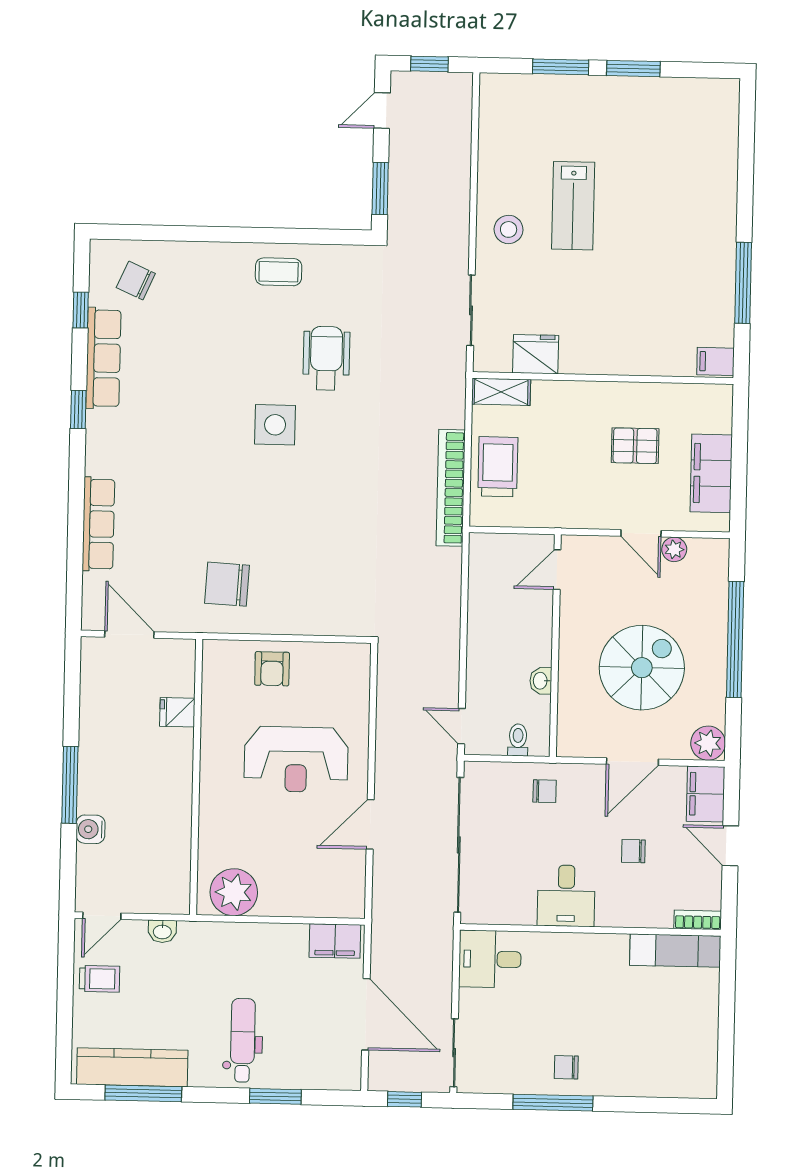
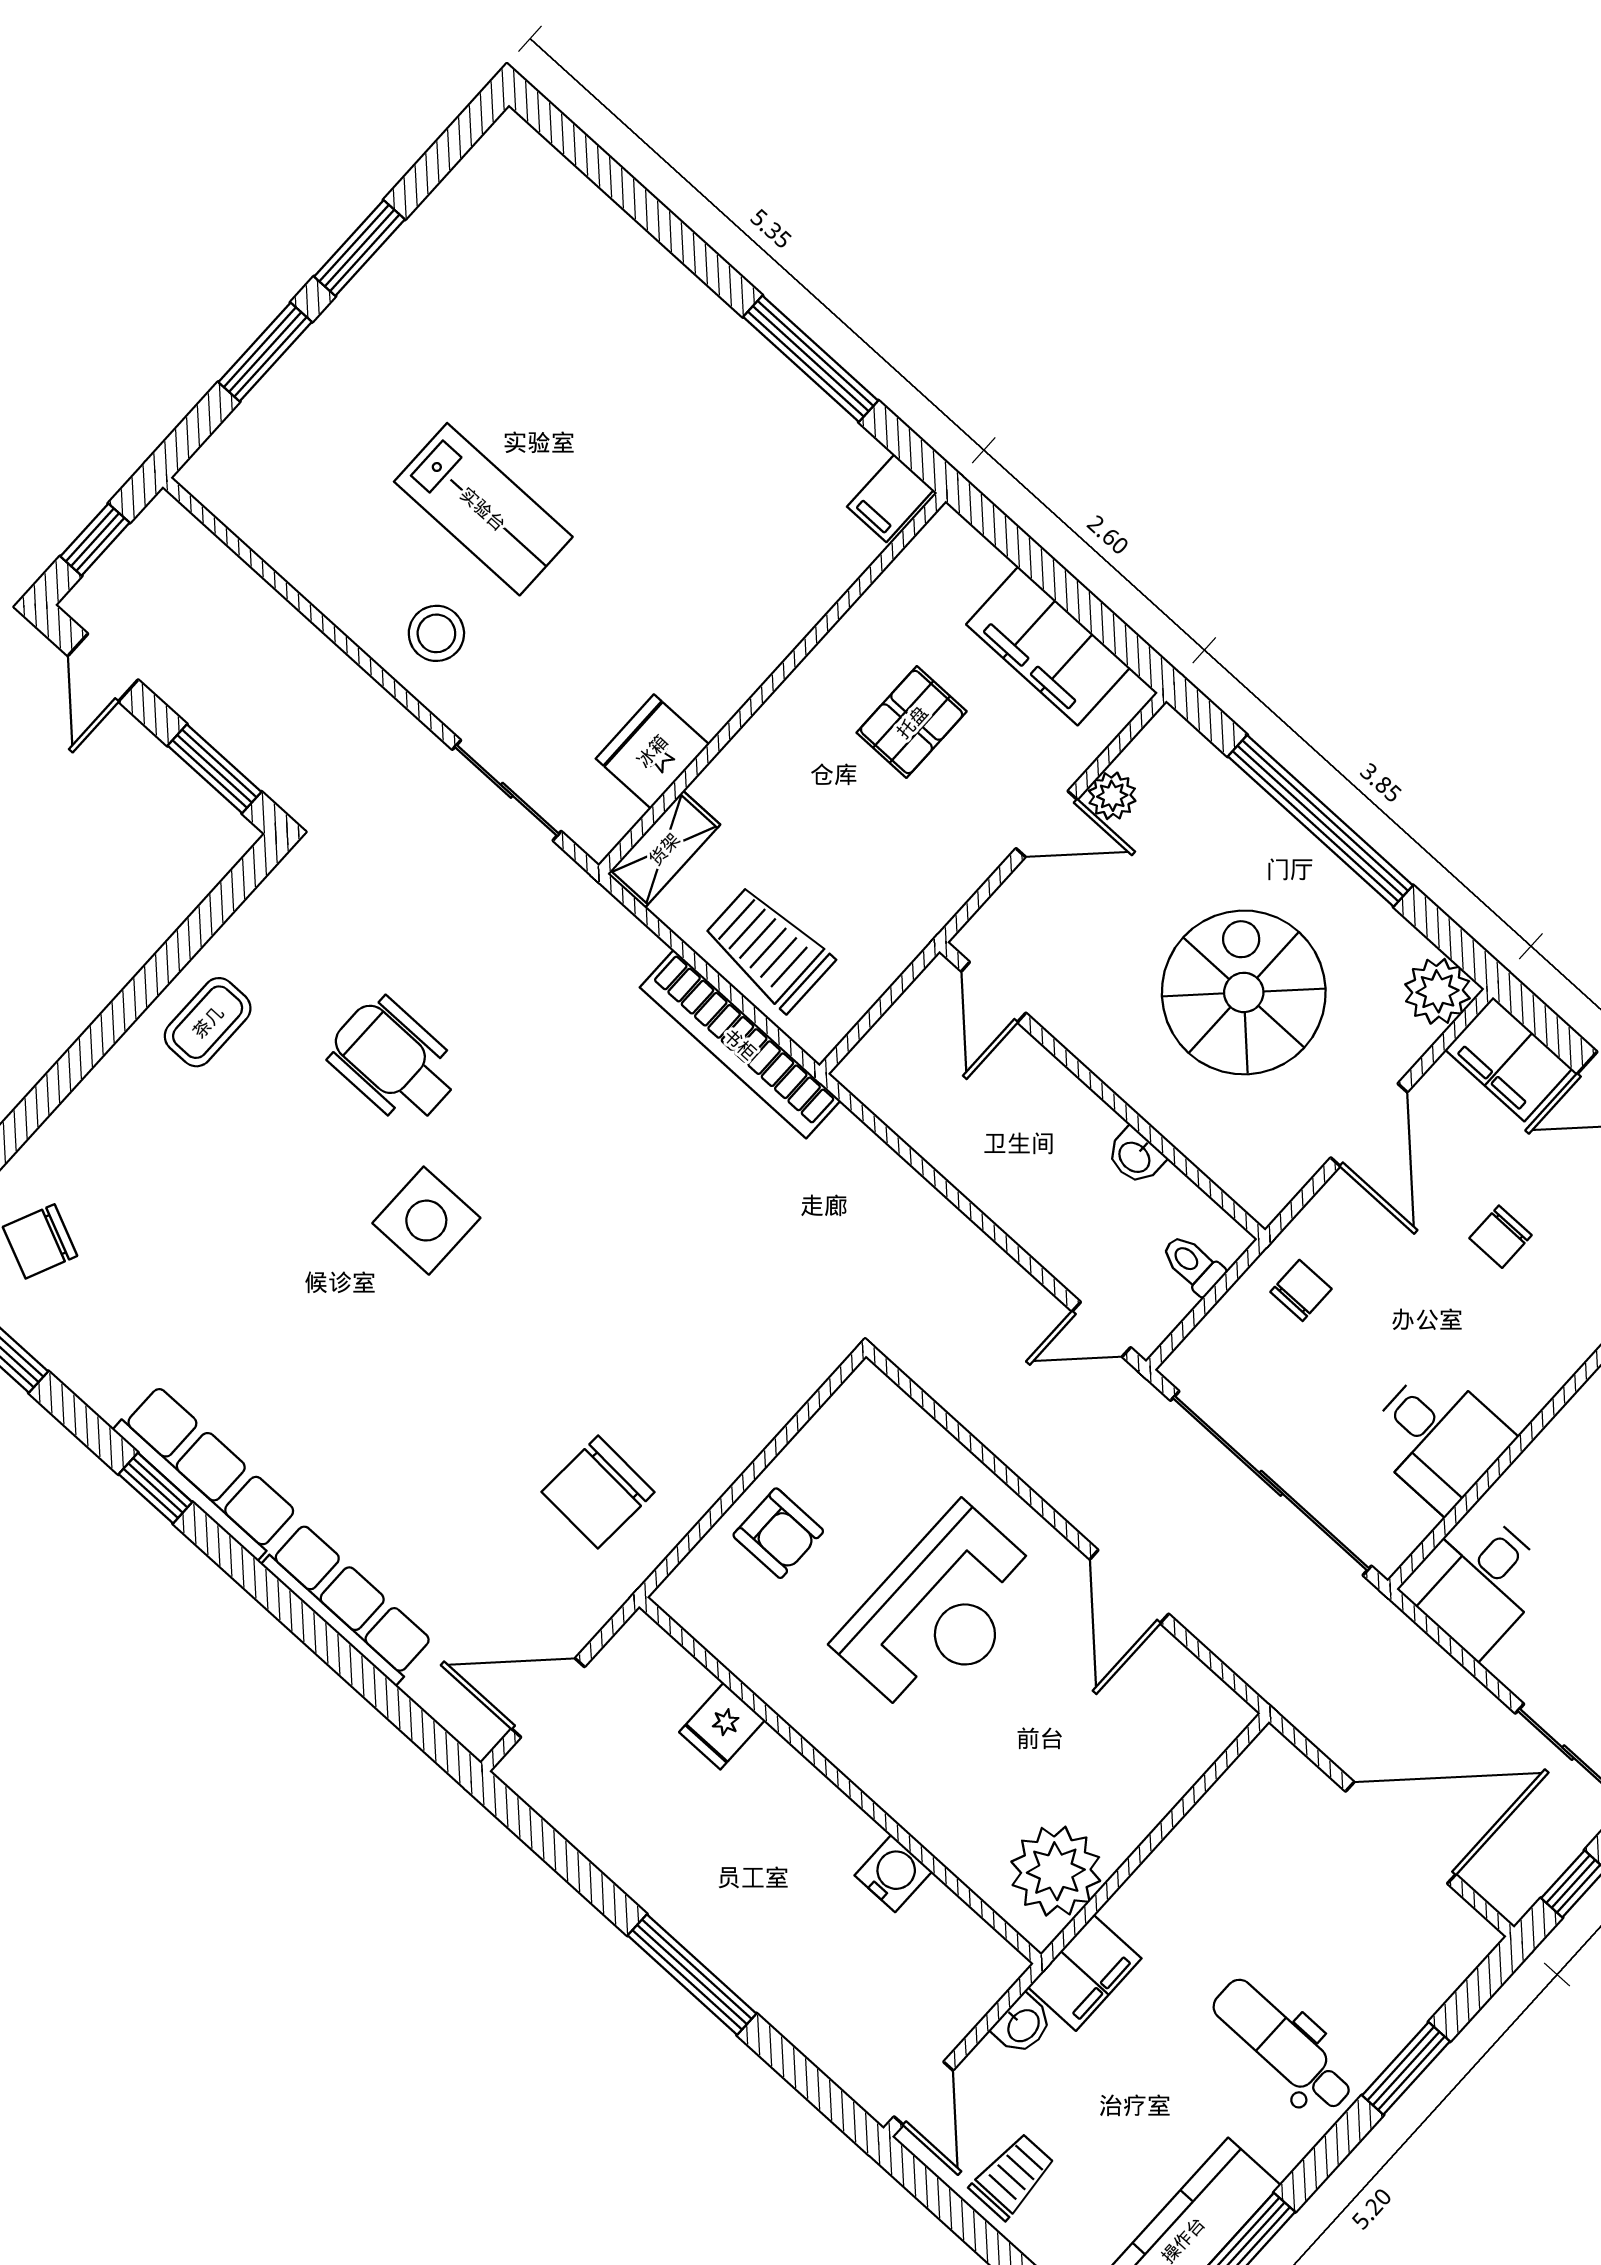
row of seats: (103, 358) -> (206, 1472), moved
water cooler: (91, 829) -> (893, 1873), moved, turned 180
desk: (566, 896) -> (1438, 1438), moved
filing cabinet: (335, 941) -> (1085, 1973), moved

